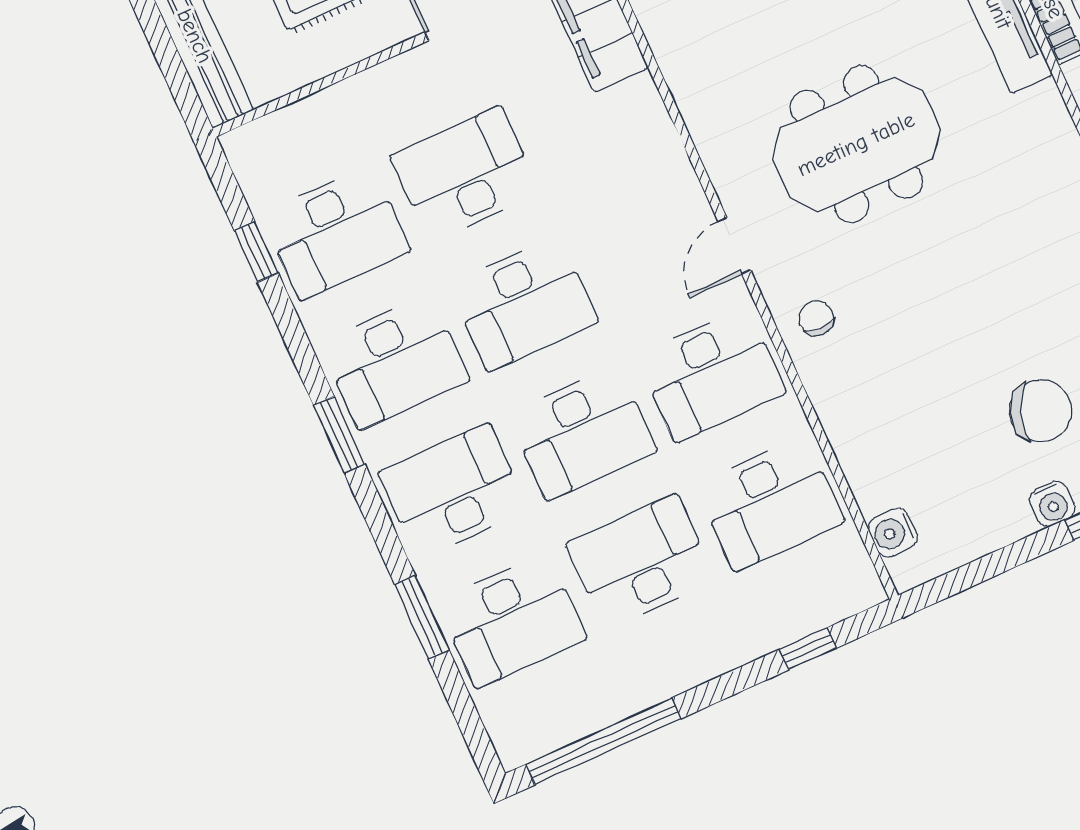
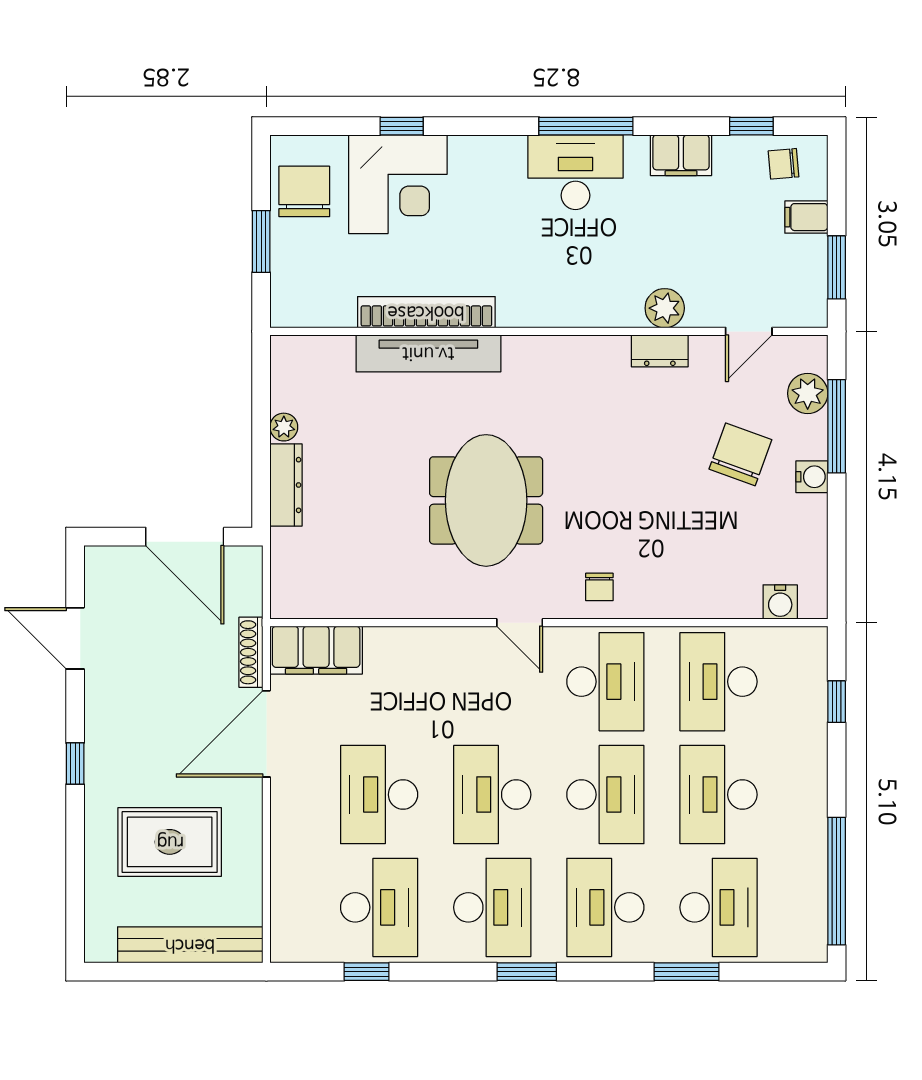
desk: (524, 303) -> (492, 795), turned 180
chair: (816, 318) -> (599, 587), turned -90
desk: (770, 503) -> (718, 682), turned 180

